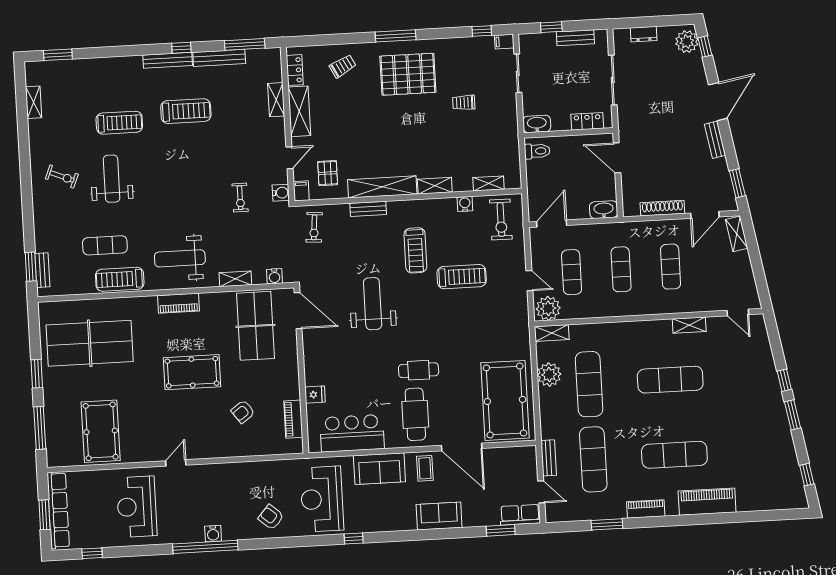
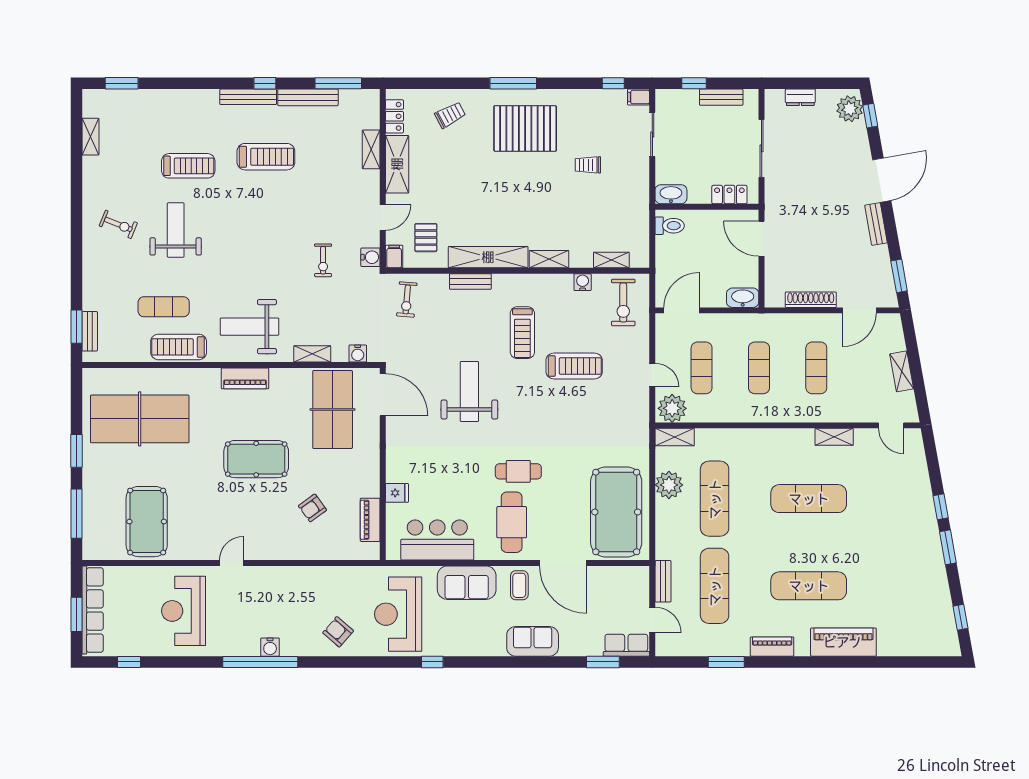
shelving: (737, 234) -> (902, 371), moved

